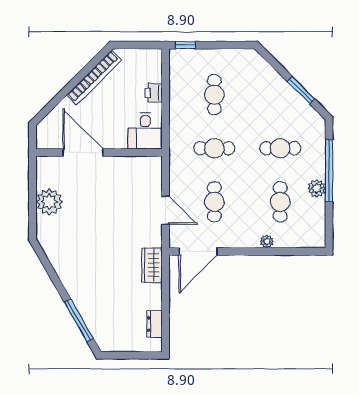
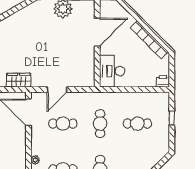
window: (185, 45) -> (172, 118), moved
printer: (154, 93) -> (163, 81), moved
desk: (145, 131) -> (112, 71), width x1.37

